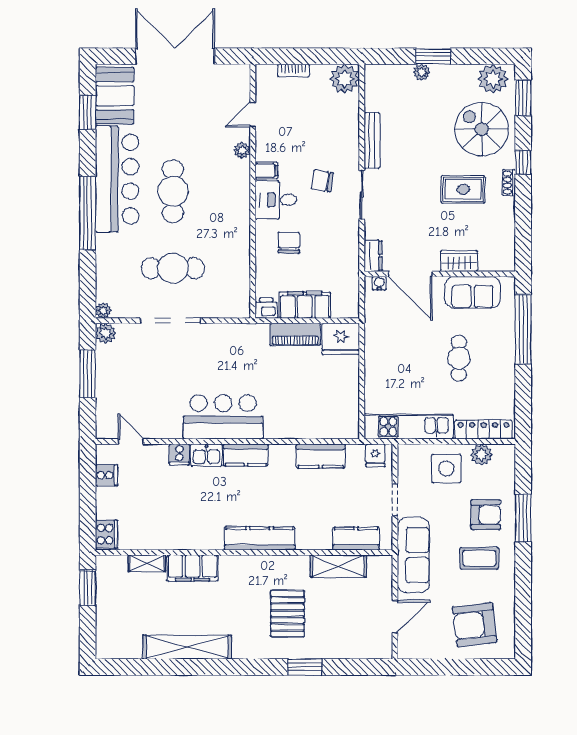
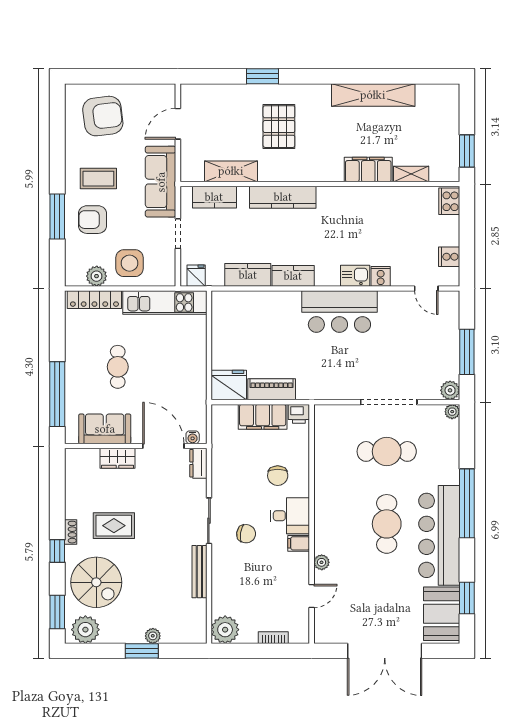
kitchen counter: (246, 455) -> (293, 276), moved
kitchen counter: (260, 538) -> (283, 197), moved

